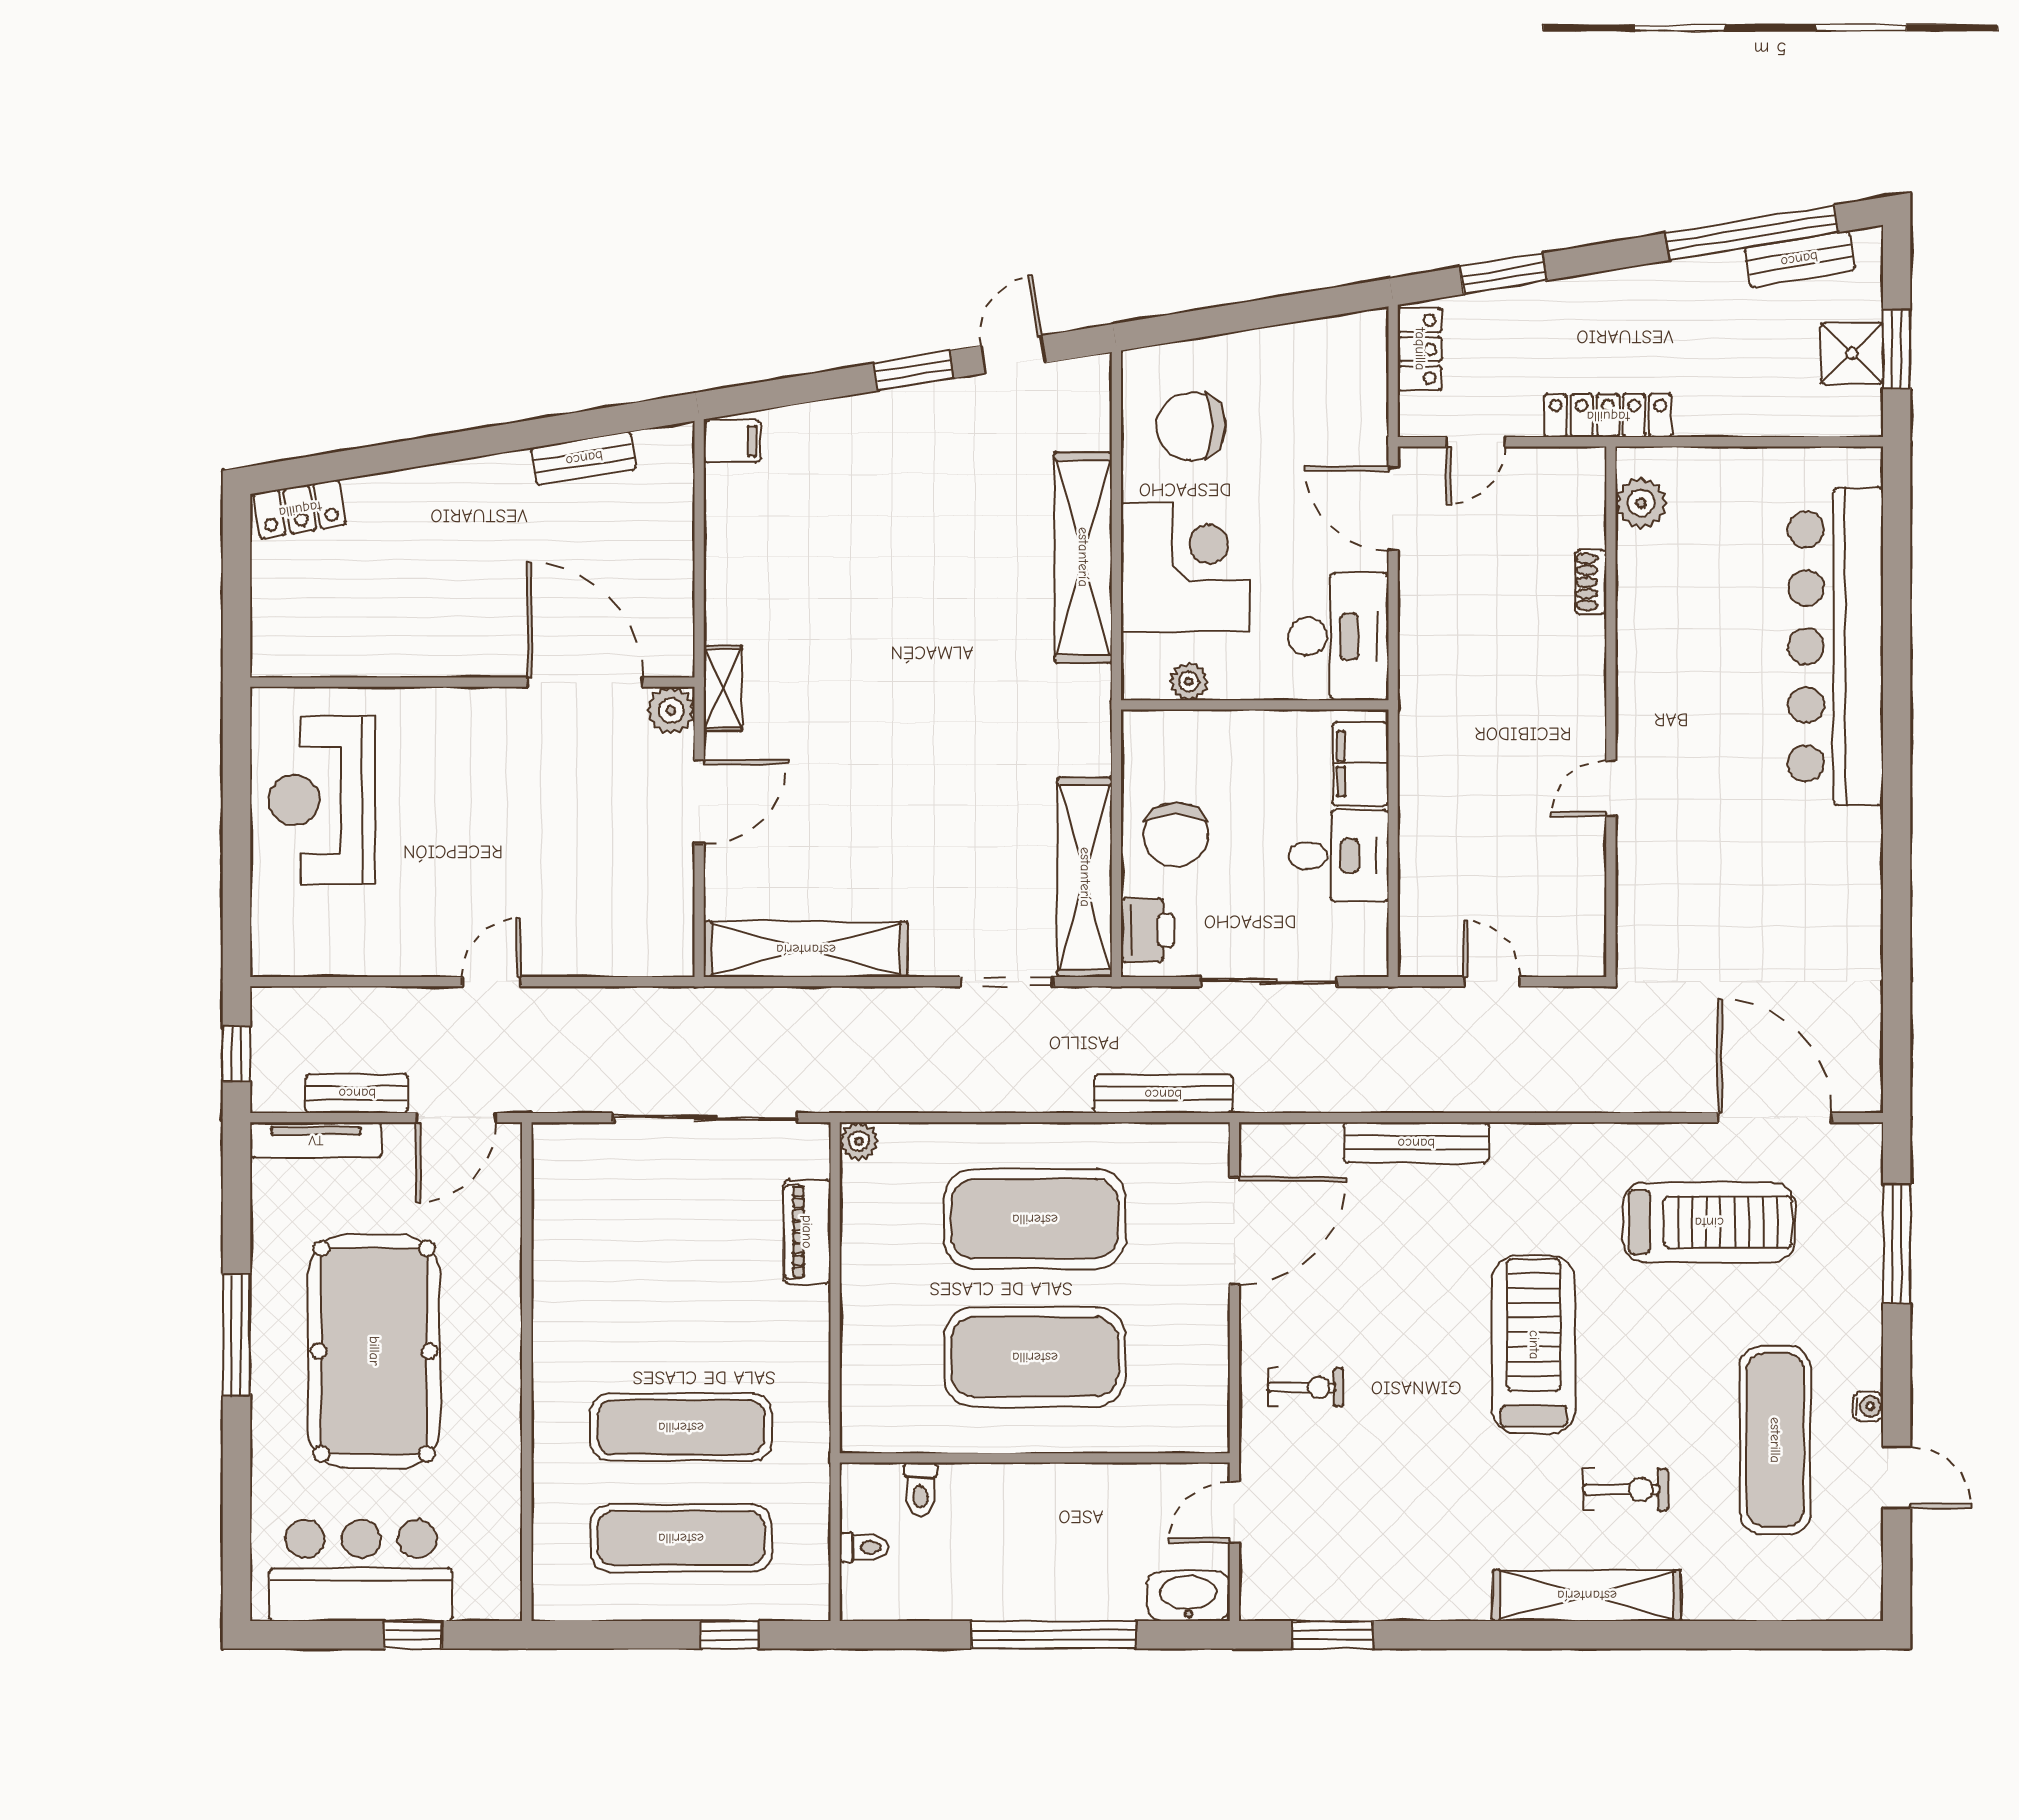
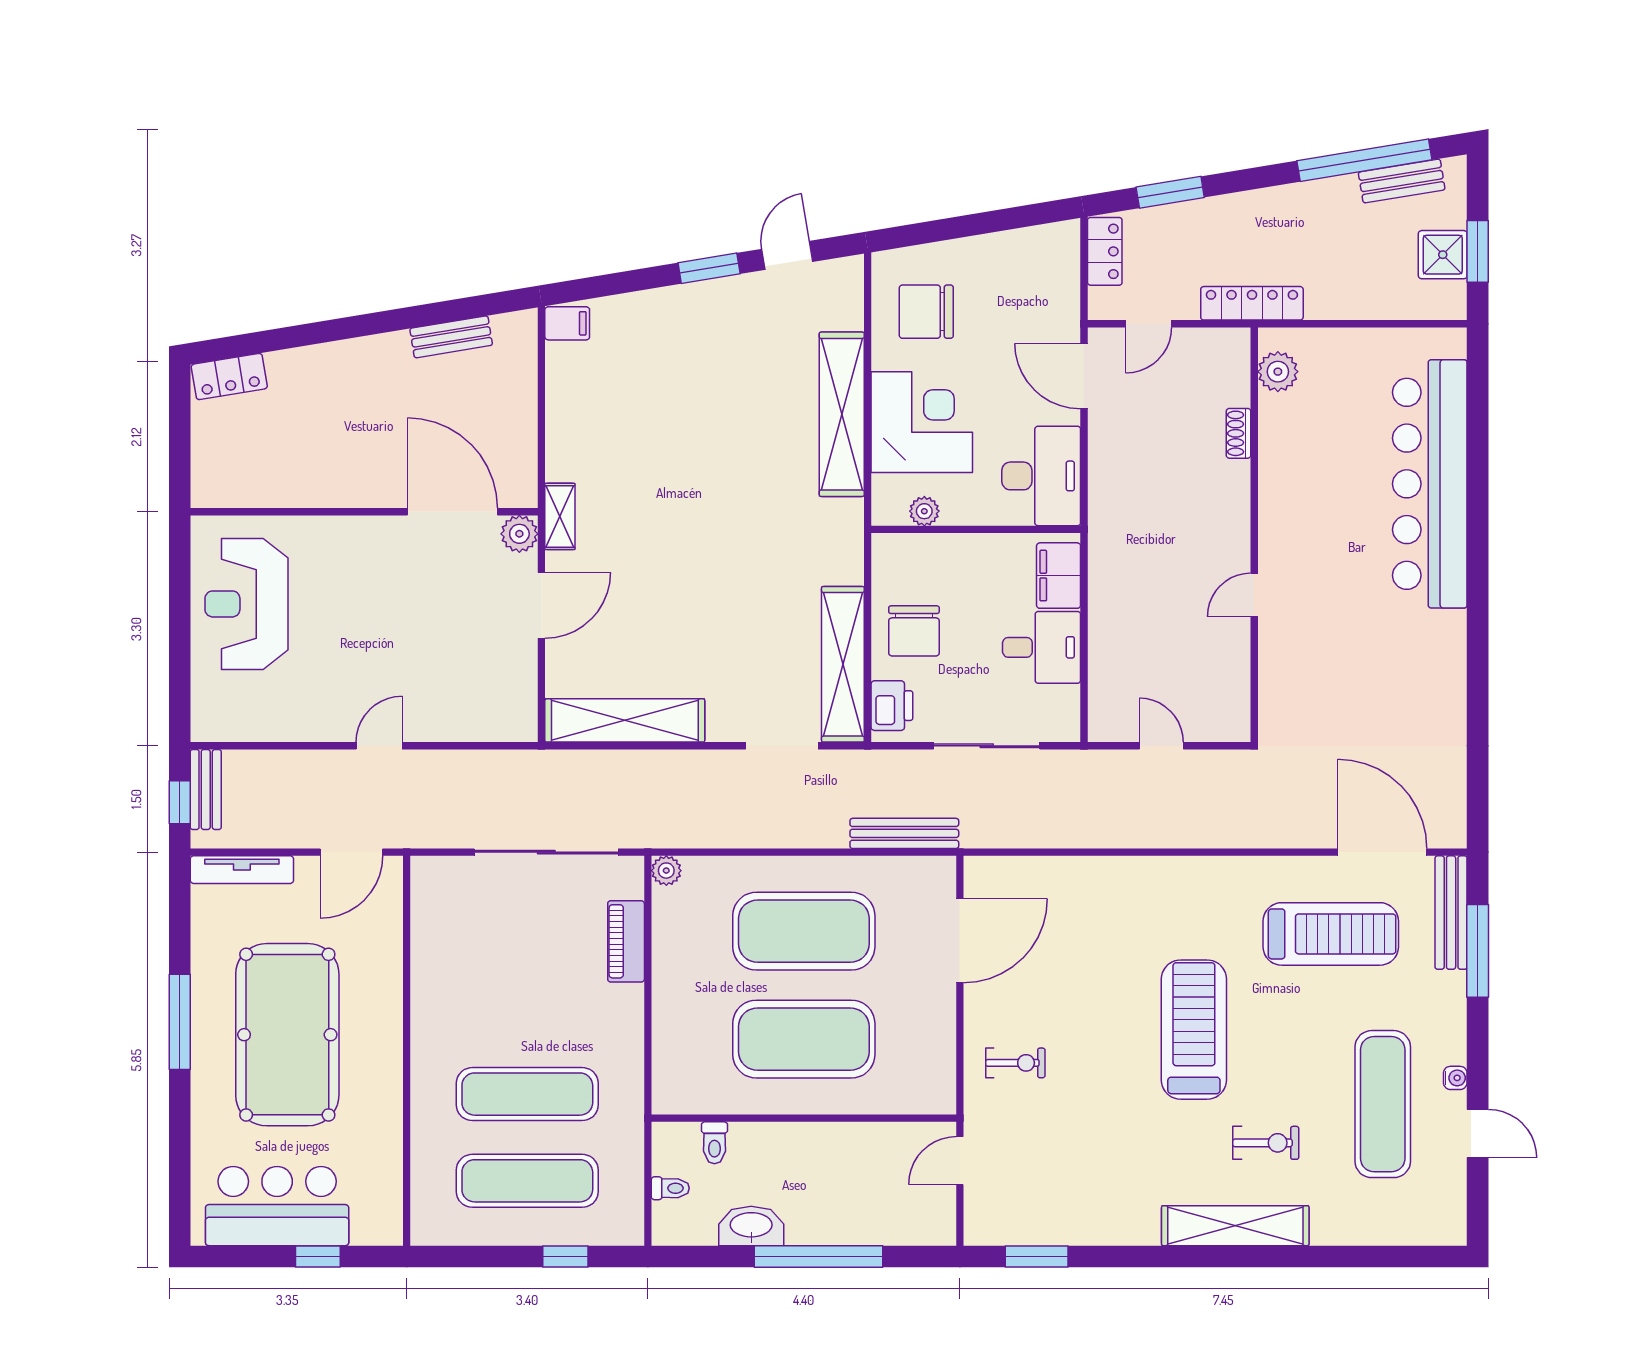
bench: (357, 1093) -> (206, 790), moved, turned 90
bench: (1416, 1143) -> (1451, 913), moved, turned 90
washbasin: (1188, 1596) -> (751, 1226), moved

